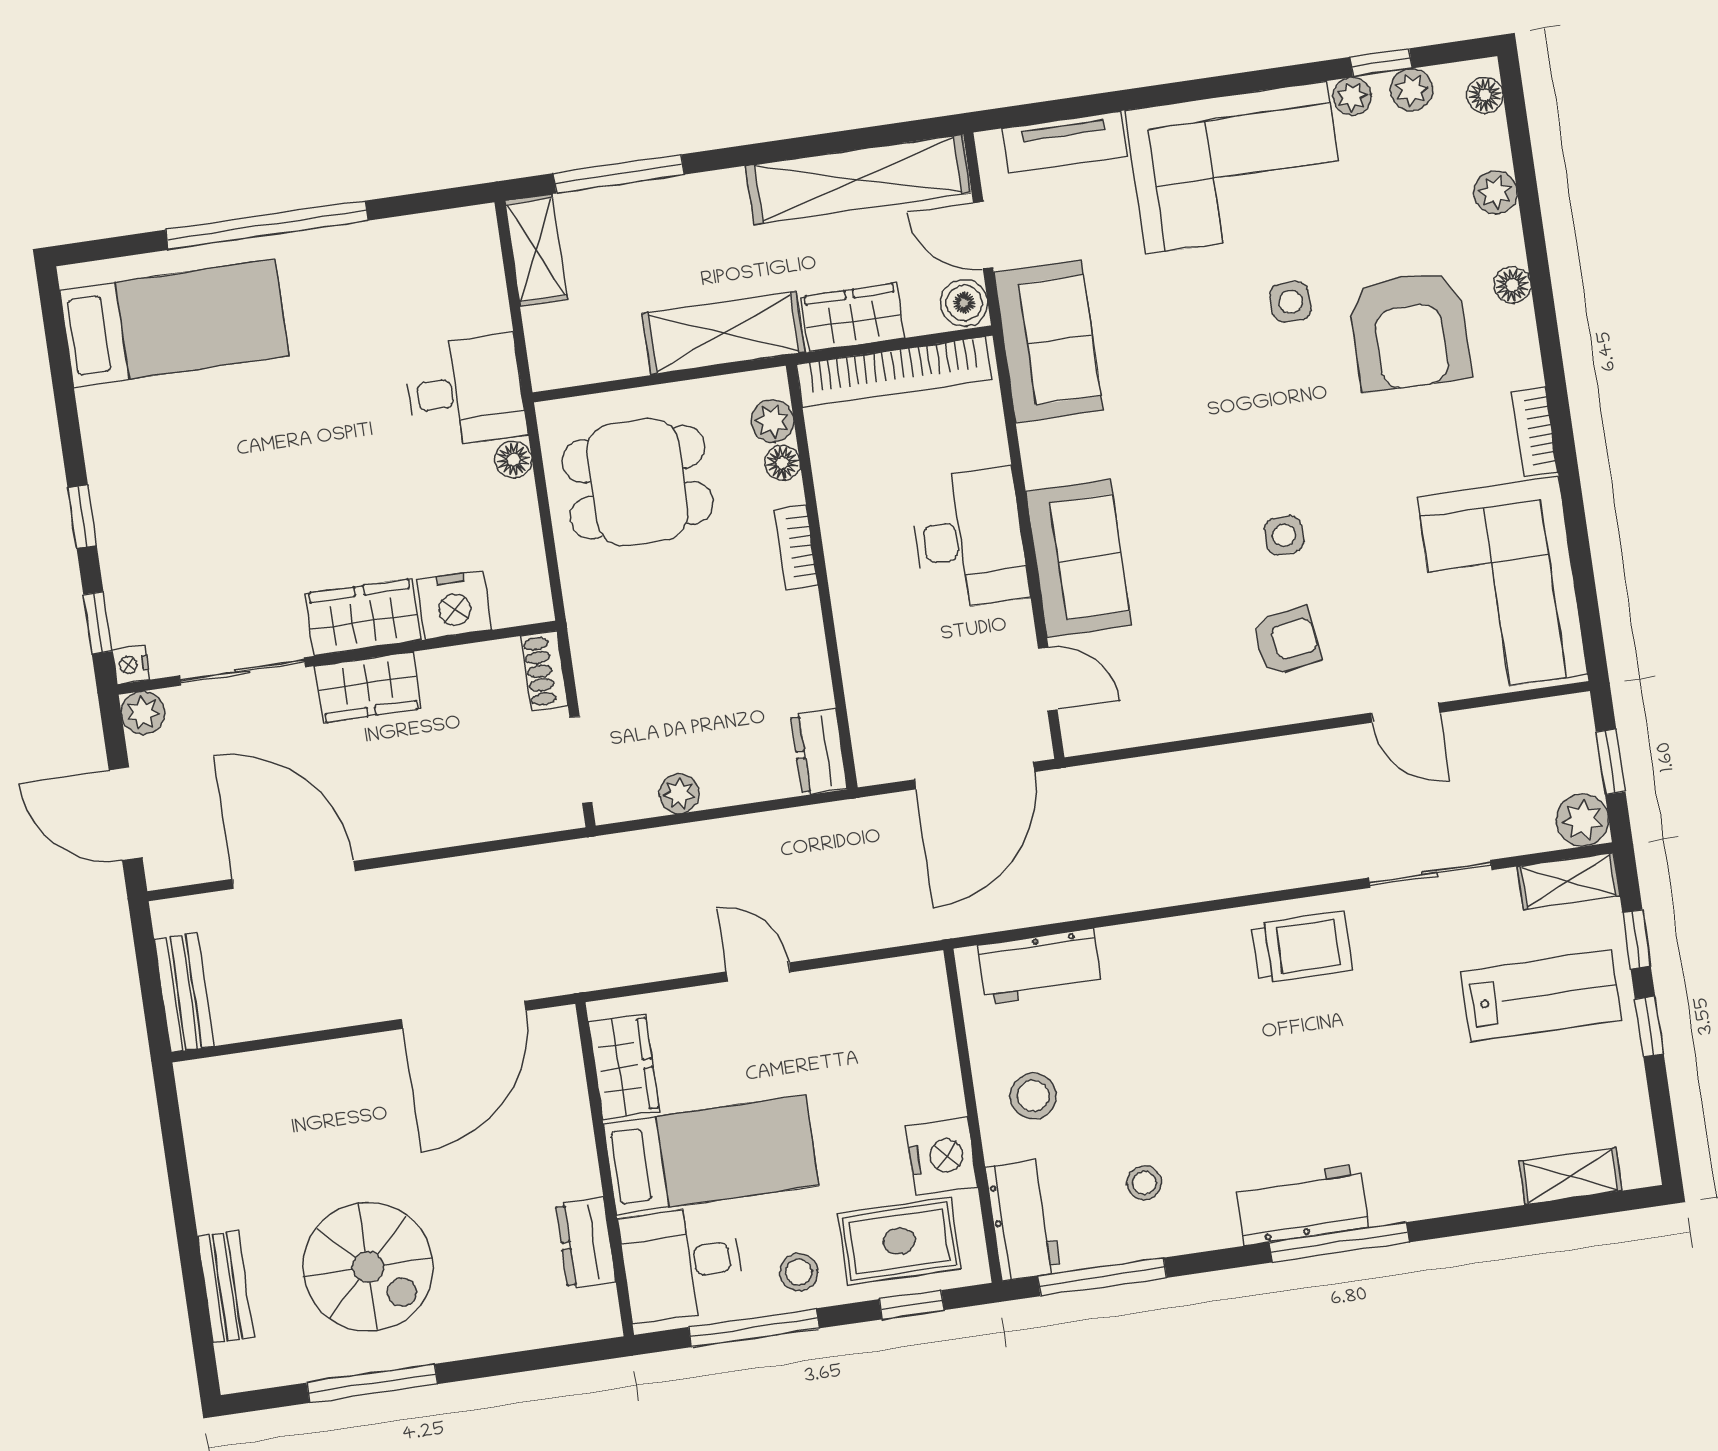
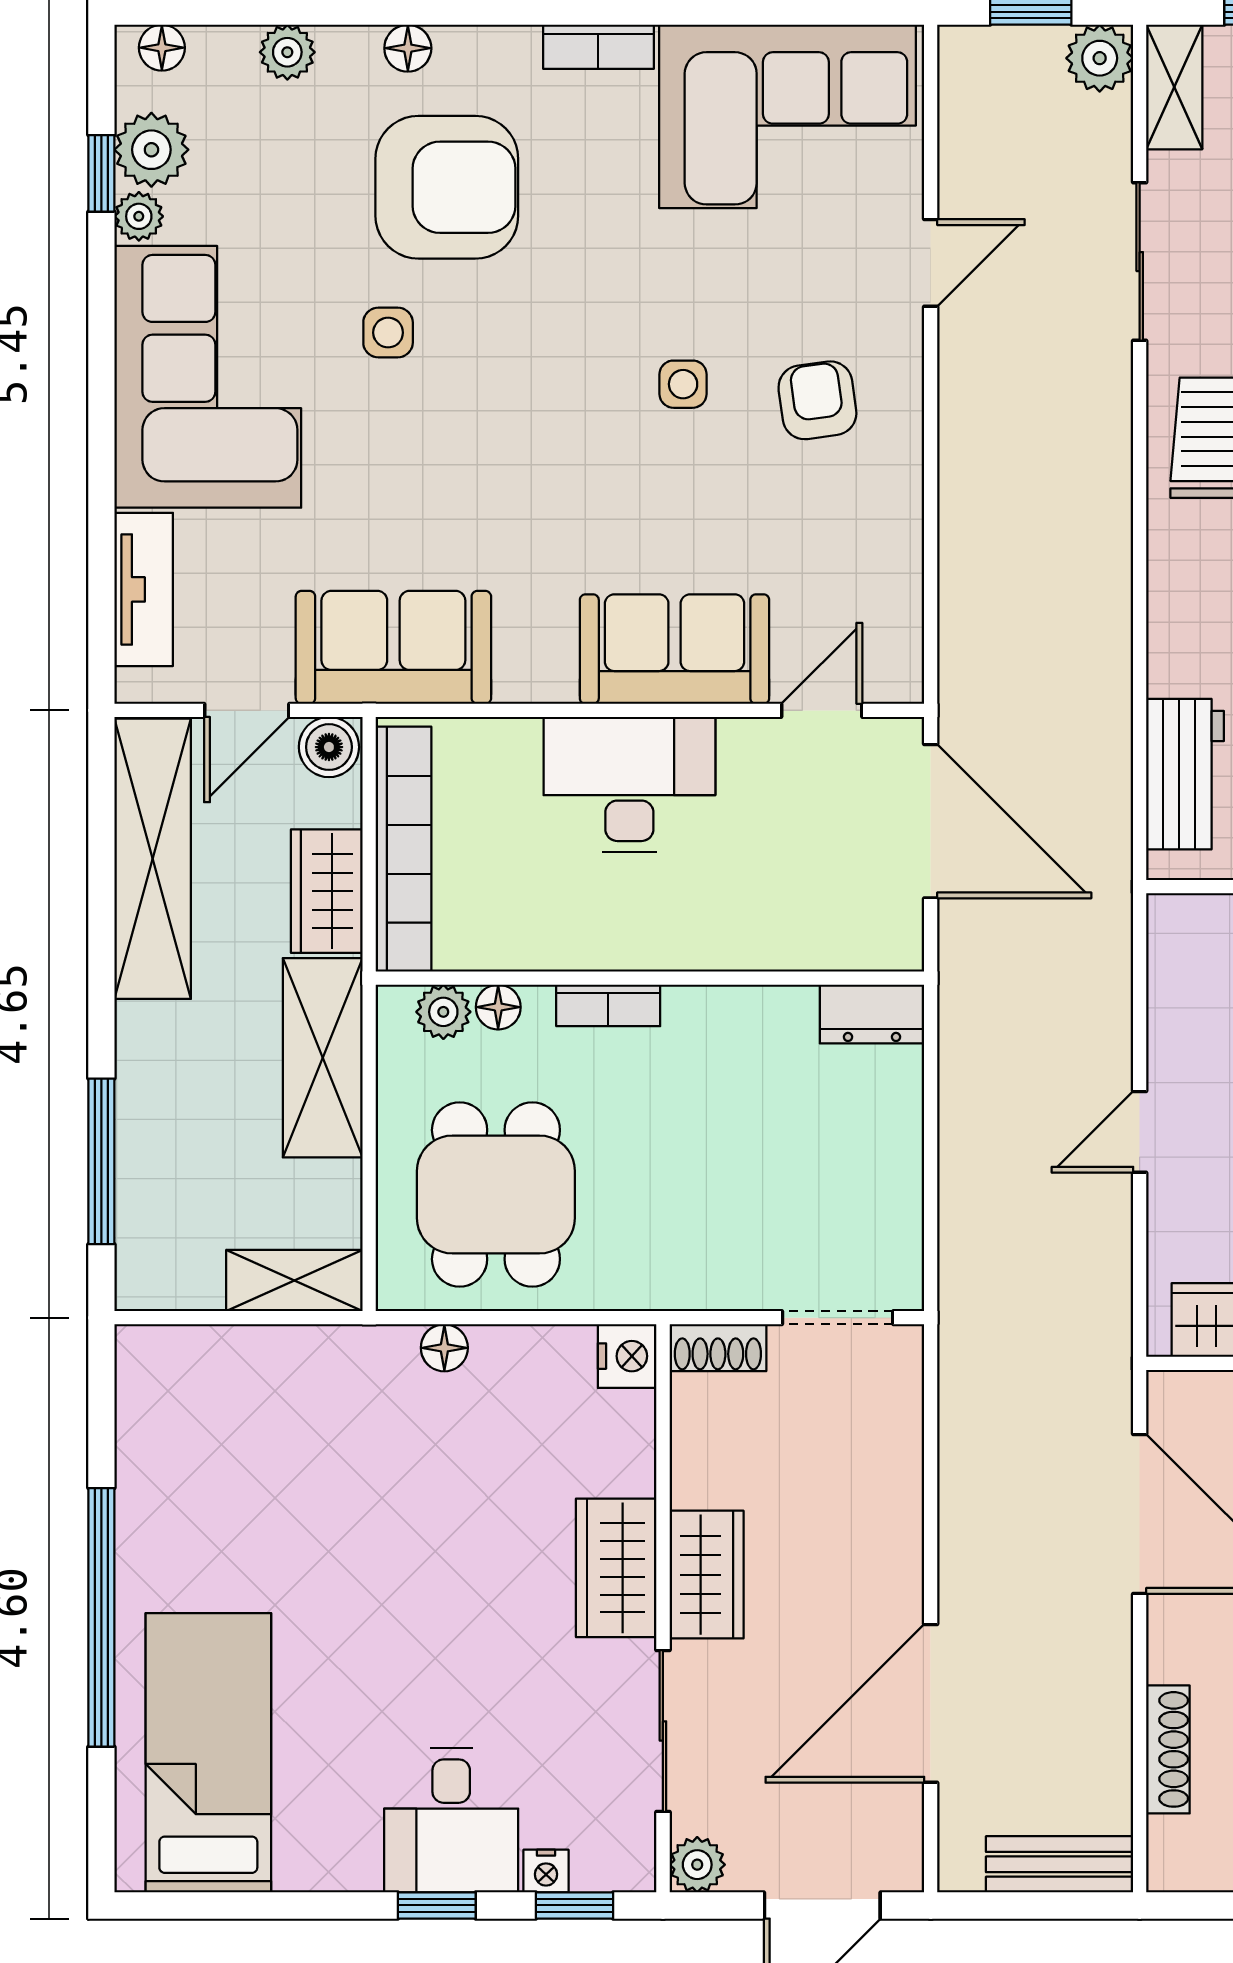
plant: (1412, 90) -> (151, 150), width x1.38, depth x1.38
shelving: (536, 250) -> (294, 1281), moved
desk: (465, 391) -> (451, 1820), moved, turned 180
nightstand: (454, 605) -> (627, 1356), moved, width x0.74, depth x0.75
nightstand: (131, 665) -> (546, 1871), moved
plant: (679, 794) -> (899, 1199), removed
shoe rack: (285, 1063) -> (1168, 1749), added

